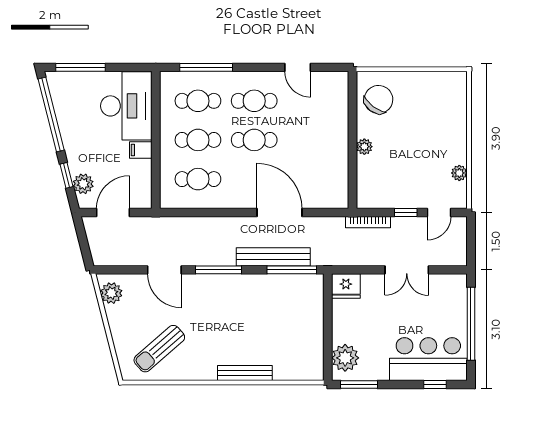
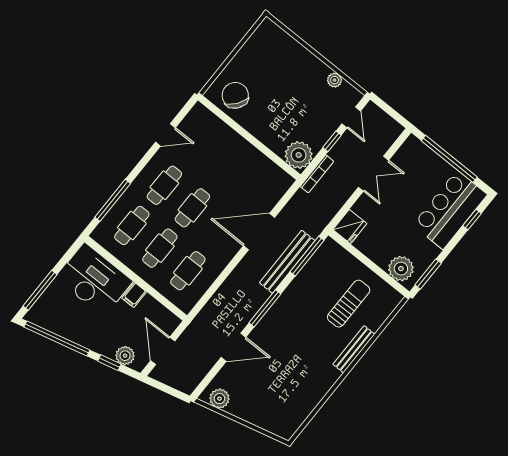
plant: (364, 147) -> (299, 155), moved, width x1.88, depth x1.88
sun lounger: (159, 349) -> (349, 304), moved, turned -139

